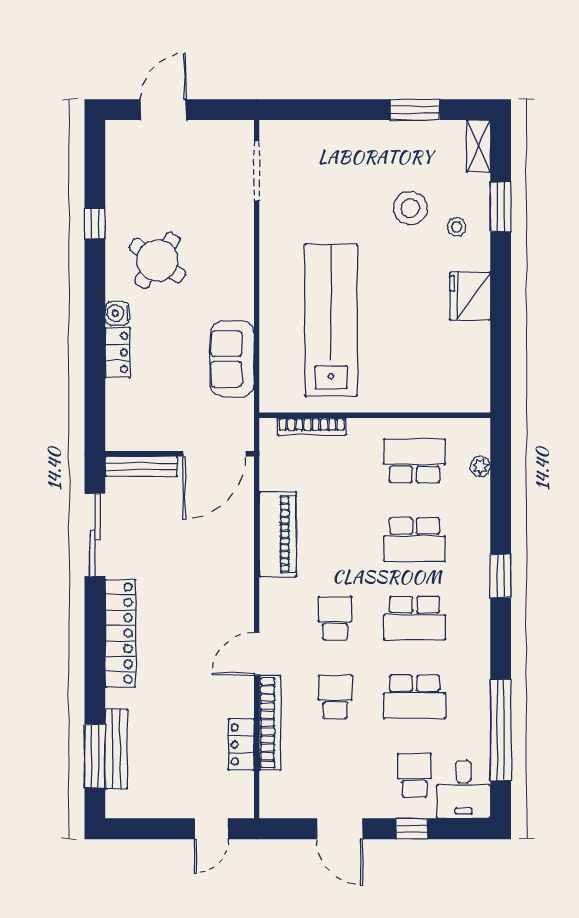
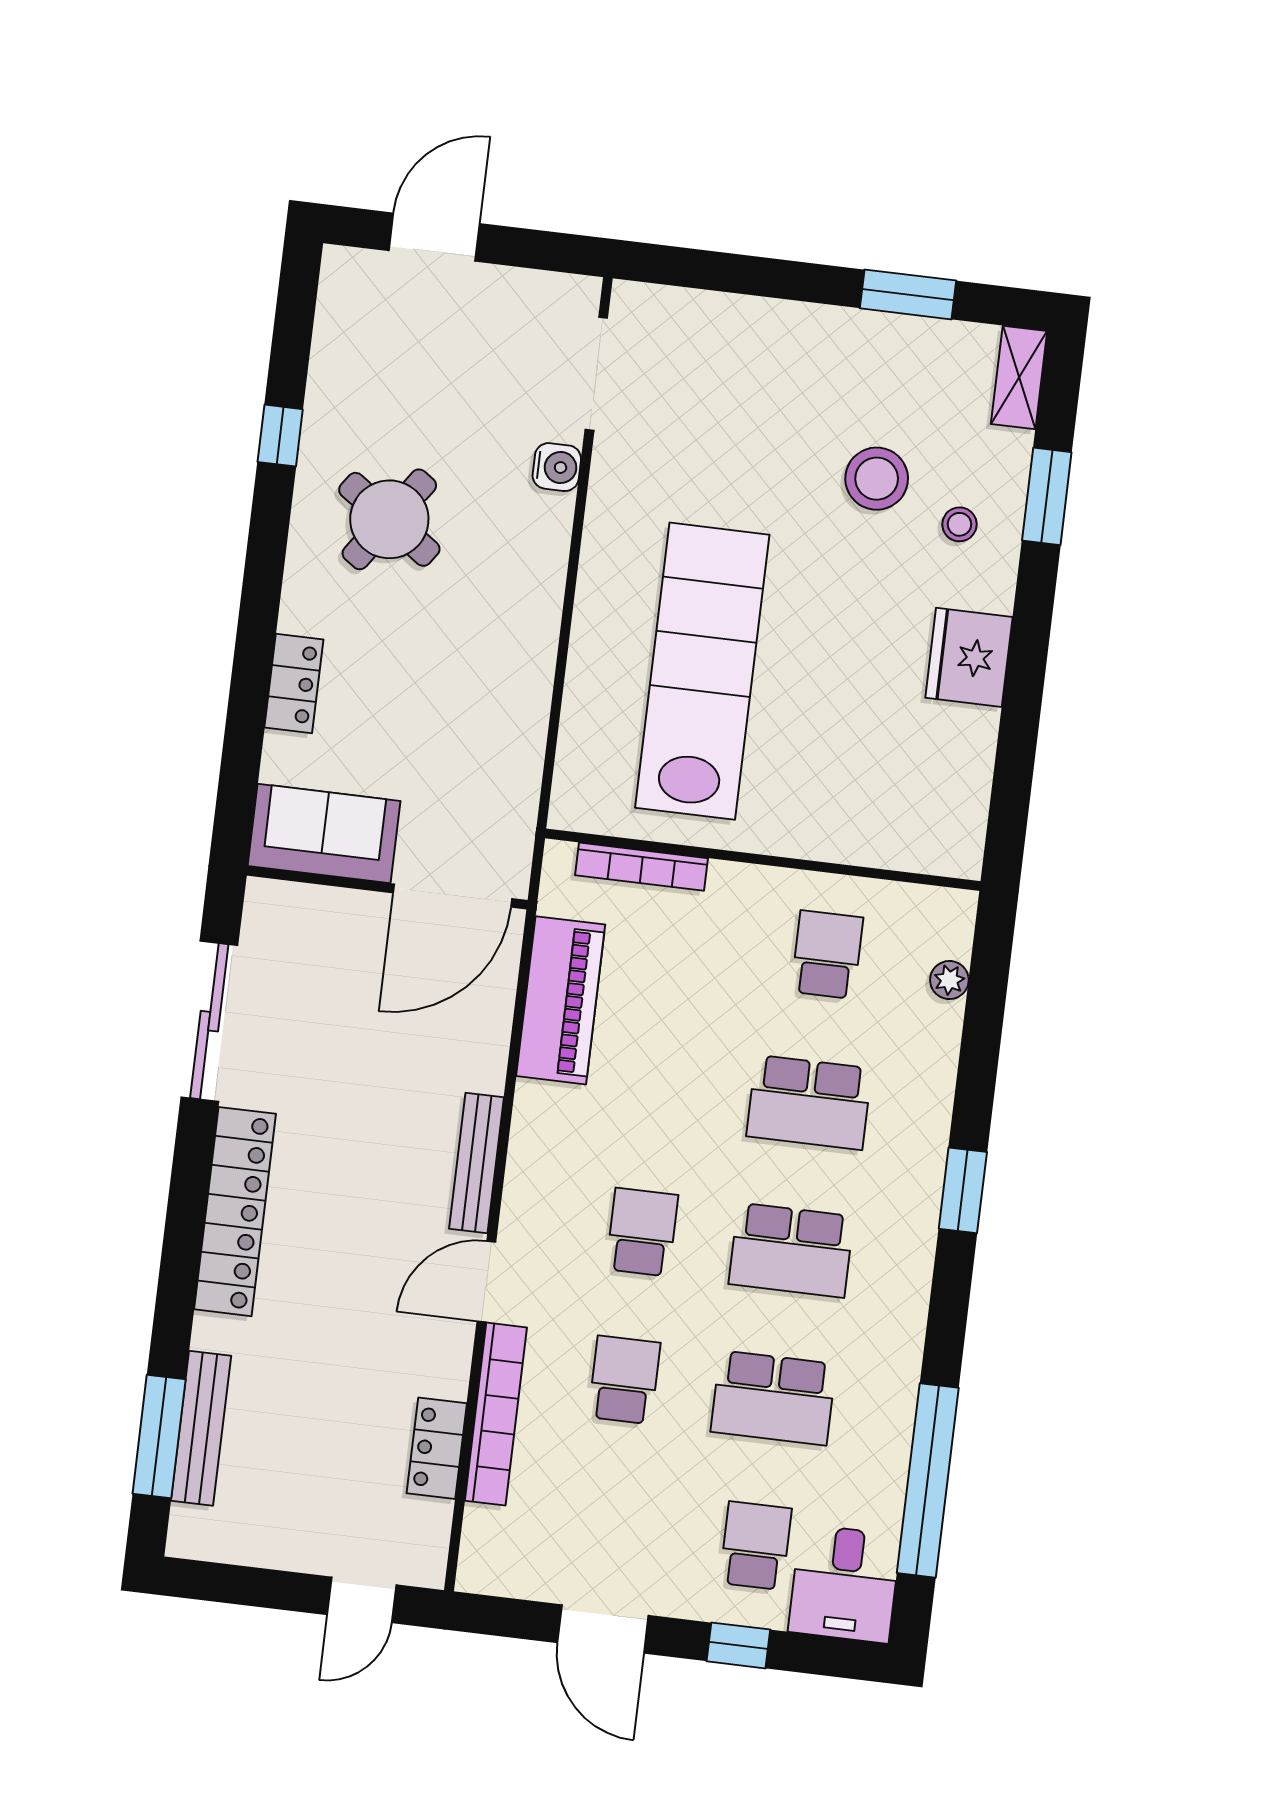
water cooler: (117, 313) -> (557, 467), moved, turned 180
sofa: (232, 359) -> (324, 833), moved, turned 90
school desk: (414, 461) -> (827, 955), width x0.54
bench: (141, 466) -> (477, 1163), moved, turned 90
piano: (278, 534) -> (561, 1000), moved

